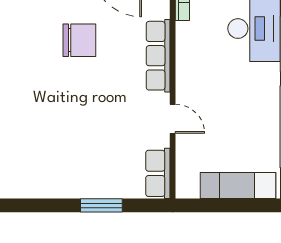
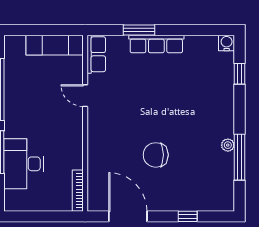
row of seats: (158, 56) -> (156, 44), moved, turned 90
exam couch: (238, 185) -> (55, 45), moved

